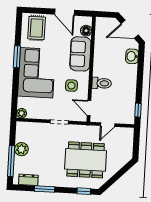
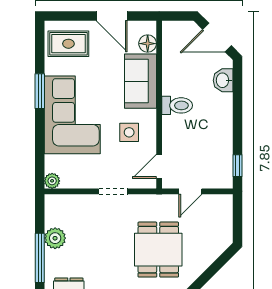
rug: (37, 28) -> (68, 44), turned 90
toilet: (102, 83) -> (177, 105), moved
door: (89, 108) -> (159, 166), hinge flipped
dining table: (86, 160) -> (158, 250), width x0.73

